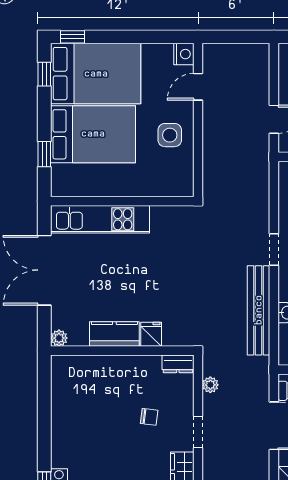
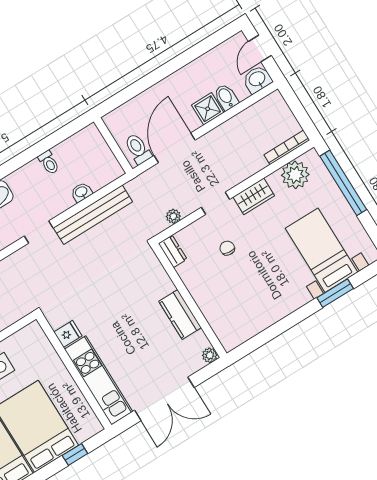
fridge: (151, 334) -> (68, 334), moved, turned 180

